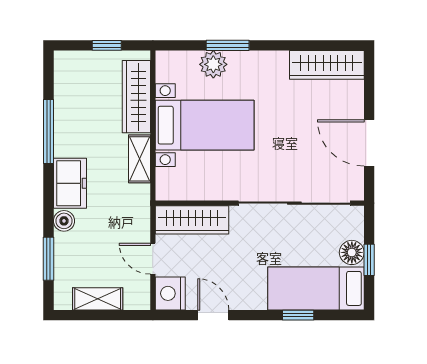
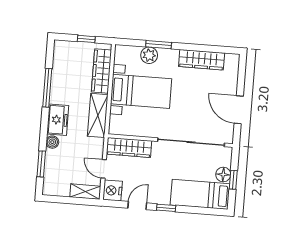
wardrobe: (327, 65) -> (202, 60), moved
shelving: (139, 159) -> (98, 115), width x1.50, depth x1.33
shelving: (98, 299) -> (85, 192), moved
door: (213, 315) -> (137, 206), hinge flipped
window: (298, 315) -> (166, 208), moved

